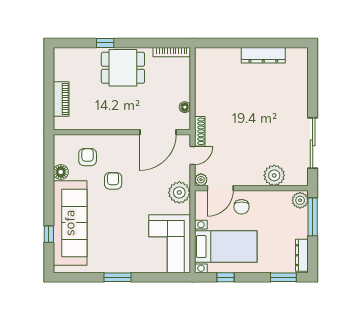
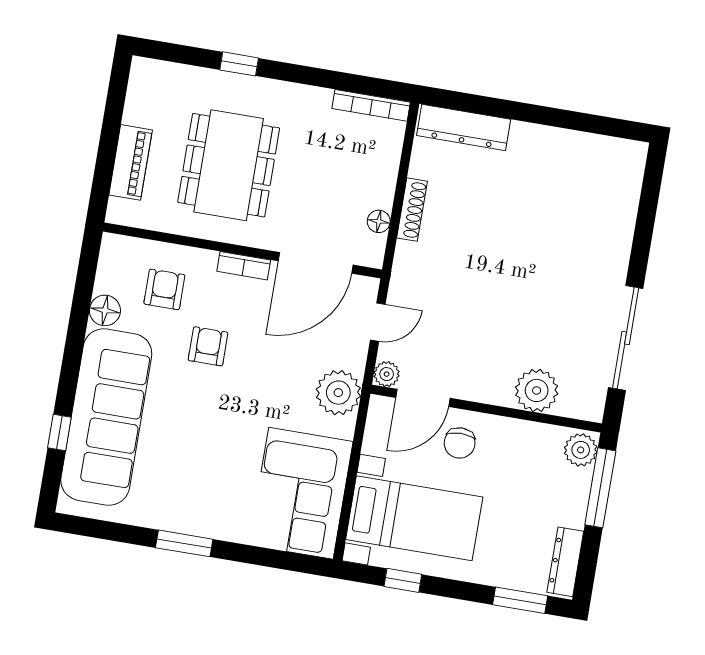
dresser: (263, 55) -> (464, 127), moved
dining table: (123, 68) -> (229, 165), moved, width x1.38
shoe rack: (200, 131) -> (412, 210), moved
bookcase: (124, 139) -> (244, 266), added

